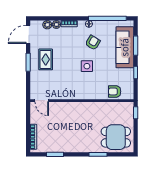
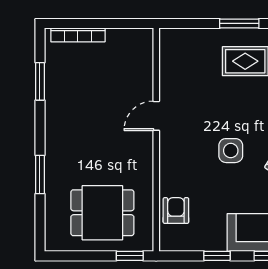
door: (42, 101) -> (156, 116), moved
dining table: (116, 137) -> (102, 213), moved, turned 90

